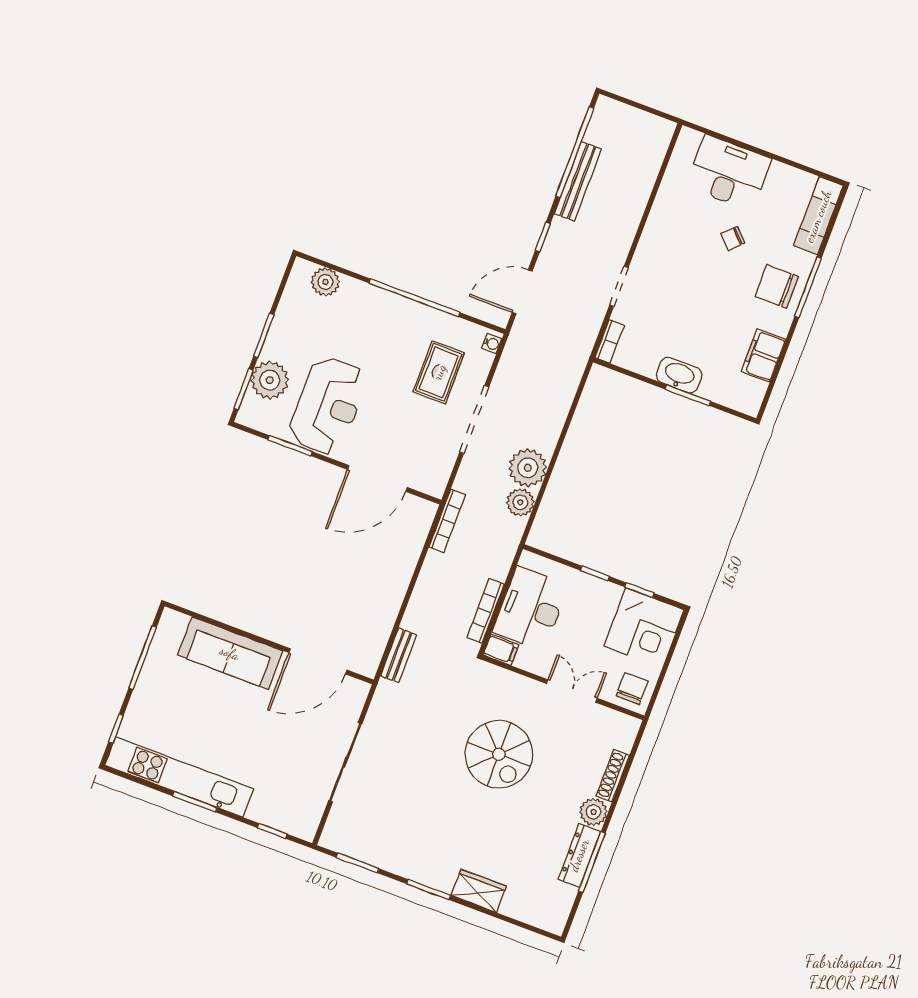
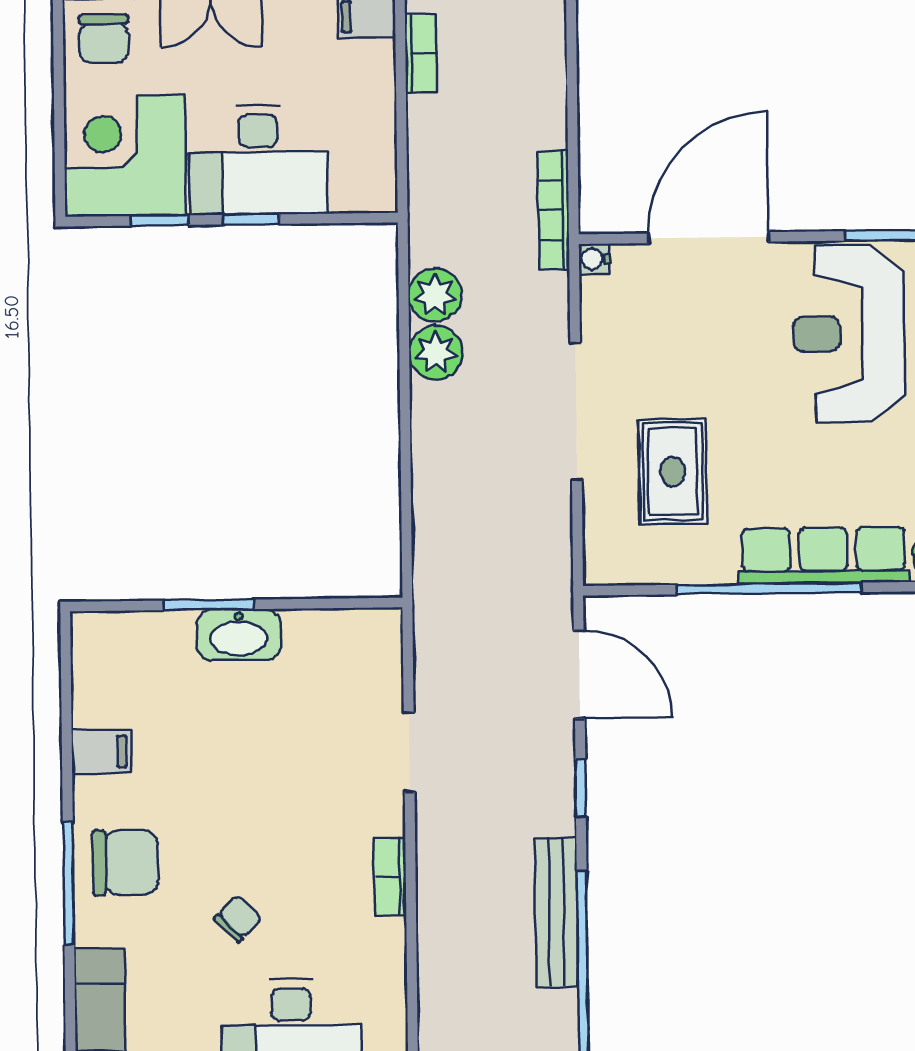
door: (522, 292) -> (579, 675), hinge flipped
row of seats: (382, 303) -> (823, 555), added
bookcase: (610, 341) -> (390, 877), moved
water cooler: (492, 344) -> (594, 259), moved
filing cabinet: (763, 355) -> (101, 752), width x0.50
plant: (528, 468) -> (436, 352), width x0.73, depth x0.73
desk: (531, 609) -> (258, 160), moved, turned 90
bookcase: (486, 611) -> (421, 54), width x0.64

